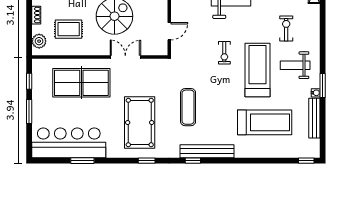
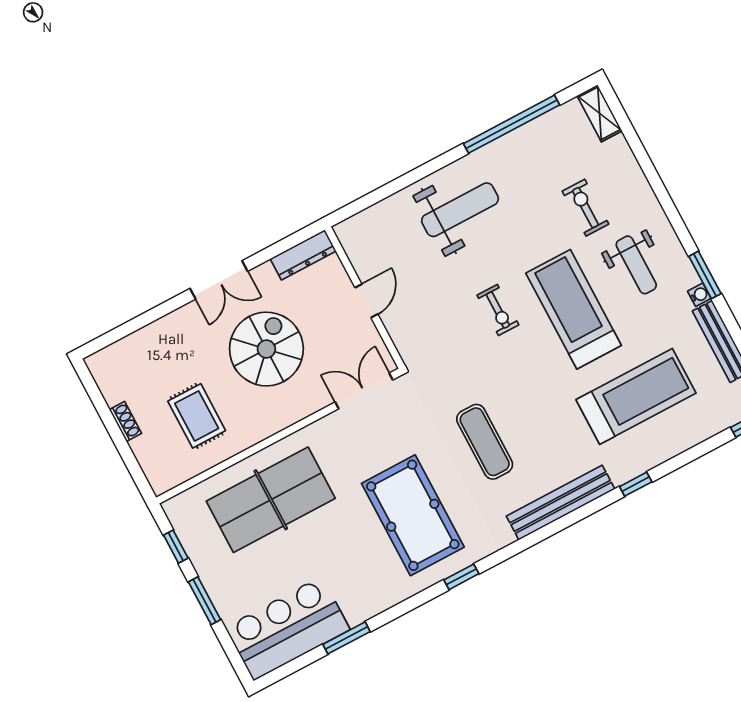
rug: (69, 29) -> (197, 416), turned 90
door: (169, 31) -> (366, 301), moved
plant: (39, 41) -> (155, 465), removed
double door: (125, 57) -> (364, 391), moved
weight bench: (295, 65) -> (636, 265), turned -90
bar counter: (69, 143) -> (288, 628), width x0.73
window: (193, 161) -> (636, 484), moved

